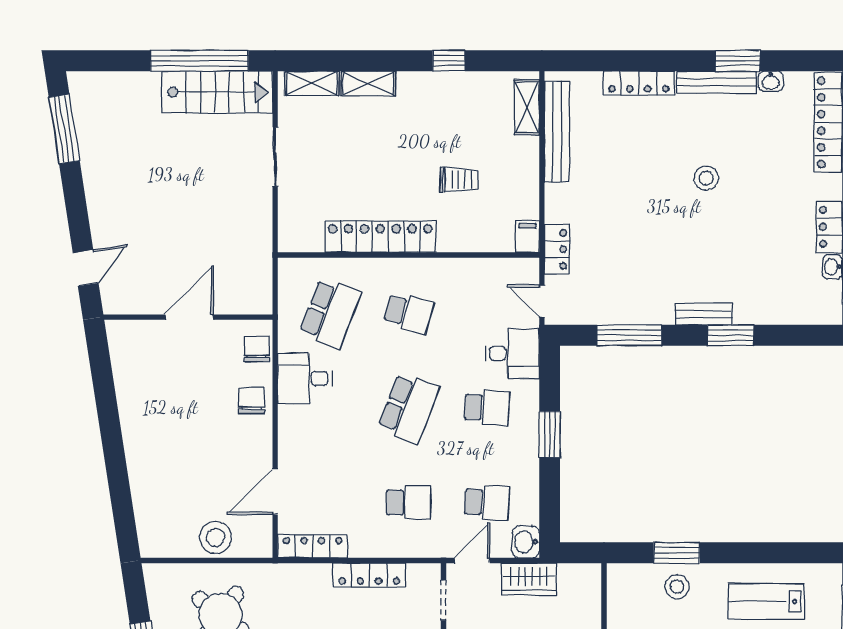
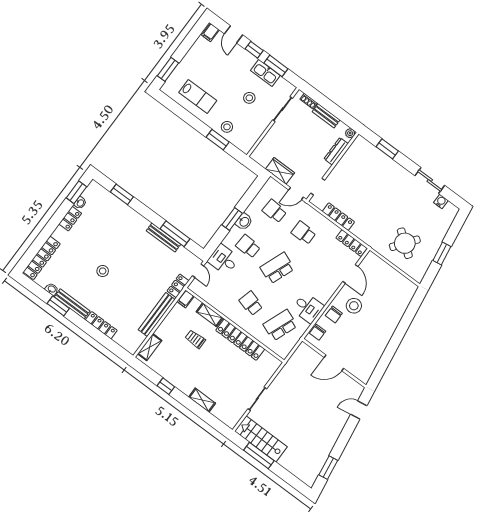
window: (199, 61) -> (259, 456), width x0.68
shelving: (312, 83) -> (210, 315), moved
window: (64, 129) -> (328, 468), width x0.69
bench: (557, 132) -> (157, 315), moved
bench: (704, 314) -> (163, 238), moved, width x1.36
window: (731, 335) -> (122, 194), moved
door: (275, 492) -> (350, 274), hinge flipped
stool: (215, 537) -> (354, 306), moved
washbasin: (526, 542) -> (244, 222), moved

